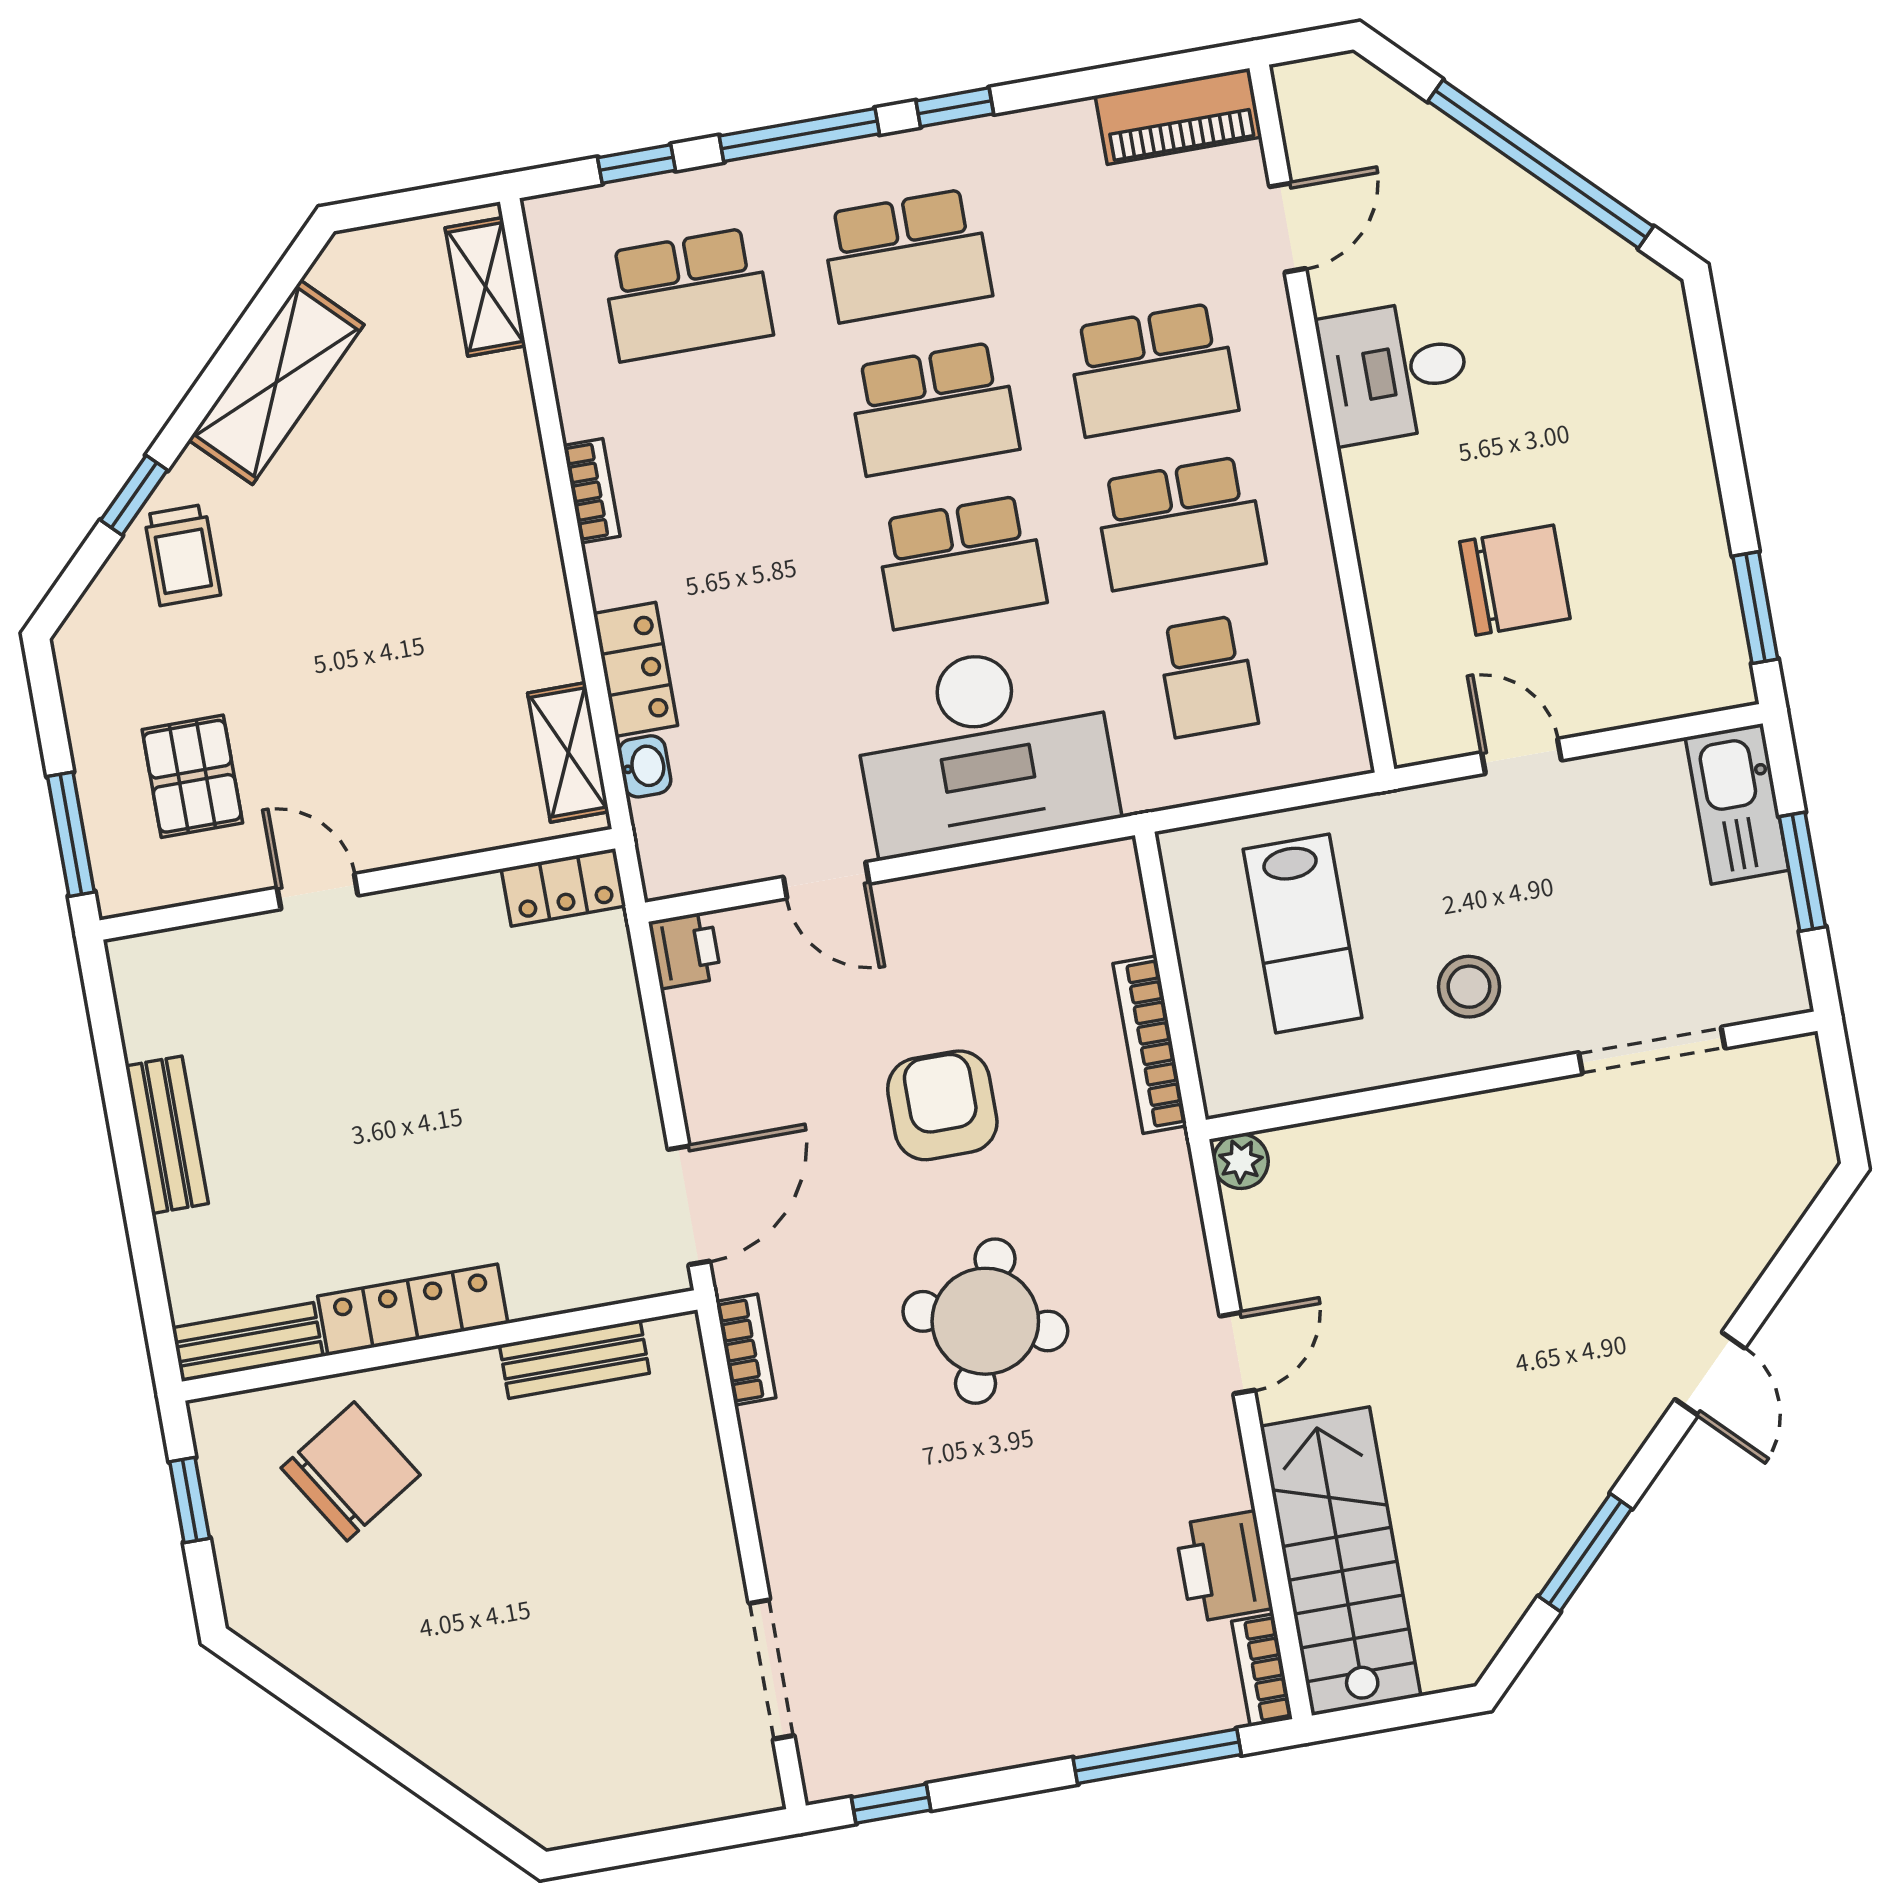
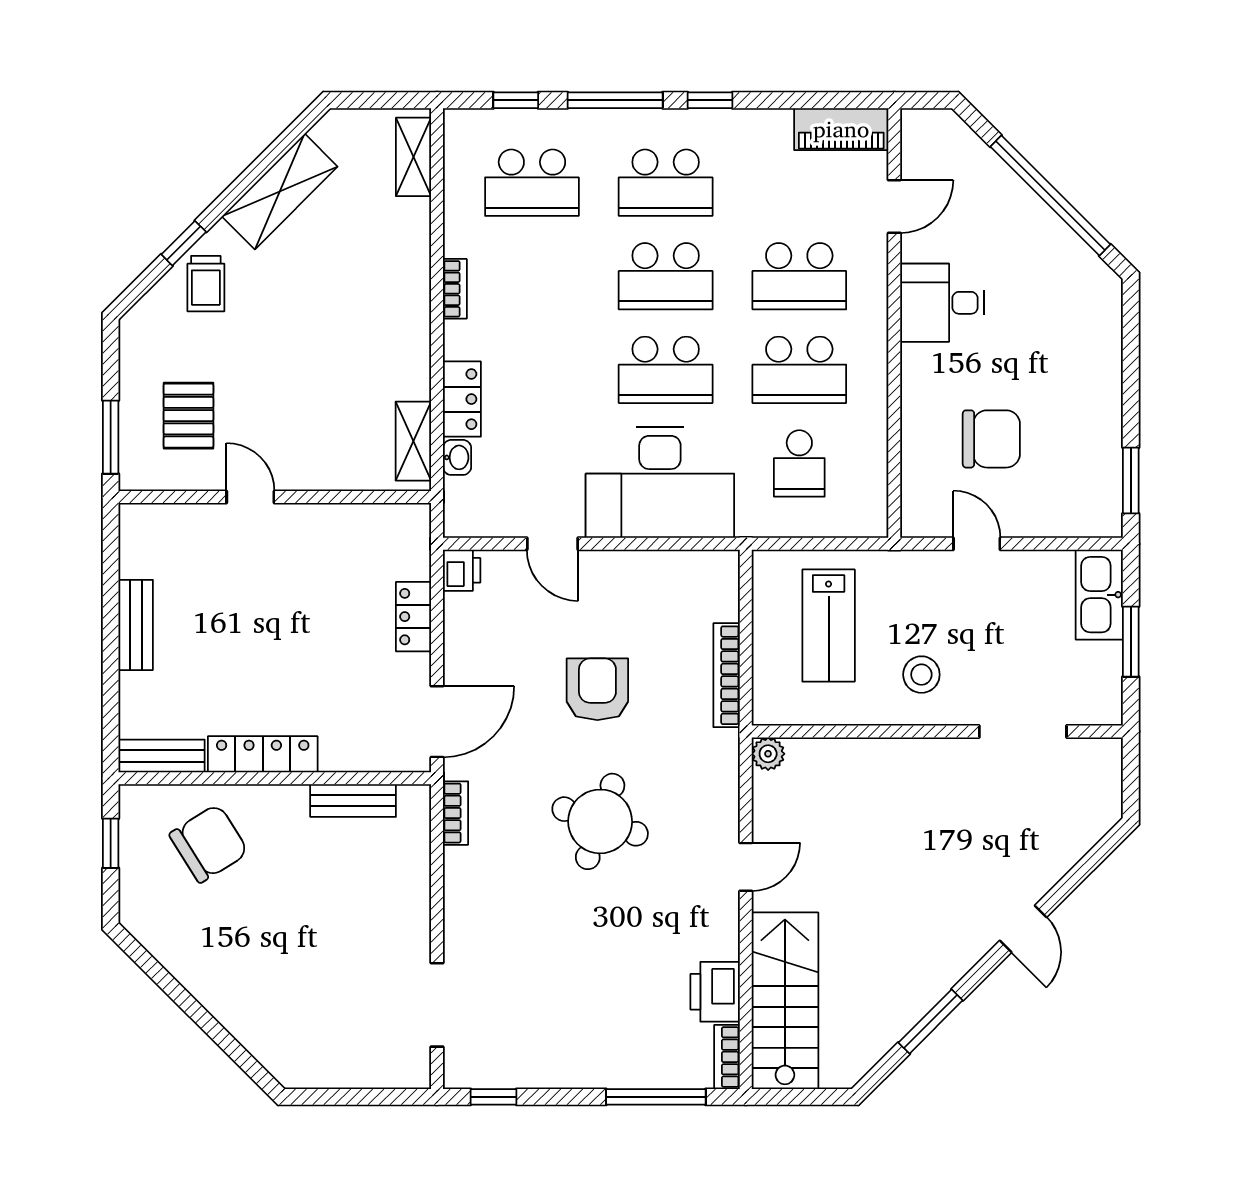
locker: (563, 887) -> (414, 617), moved, turned 90

